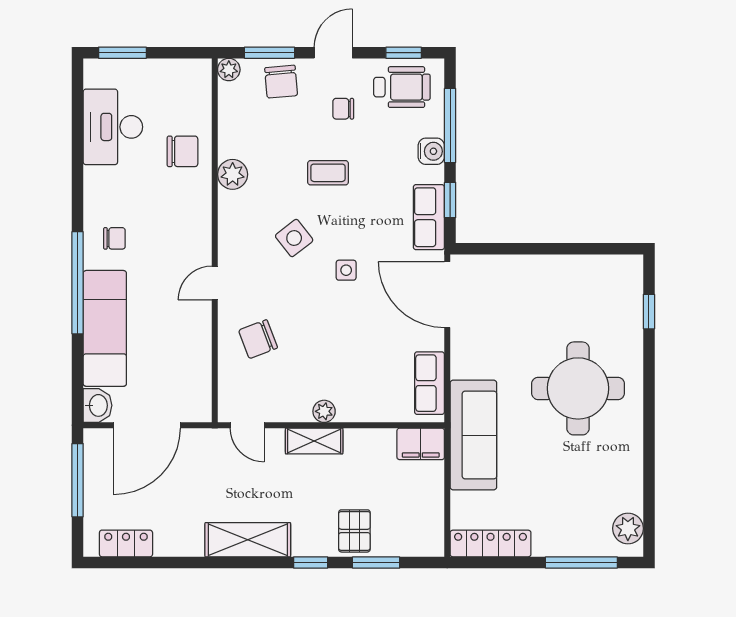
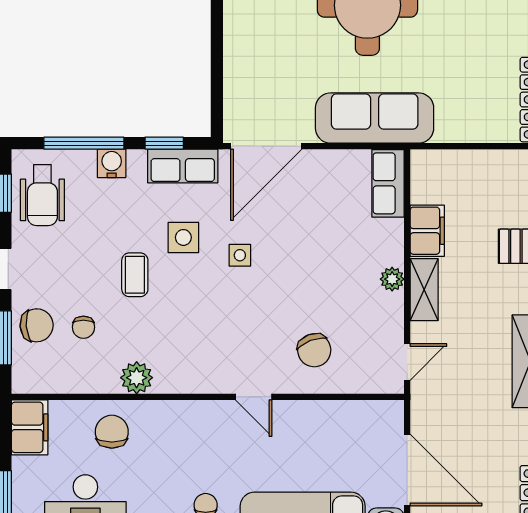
plant: (229, 70) -> (24, 382), removed
filing cabinet: (187, 75) -> (30, 427), added
wheelchair: (402, 87) -> (42, 195), turned 180
chair: (343, 109) -> (83, 327), moved
side table: (294, 238) -> (183, 237), moved, turned 38
row of seats: (429, 383) -> (388, 183), moved, turned 90
sofa: (473, 435) -> (375, 118), moved
filing cabinet: (421, 444) -> (427, 231), moved

